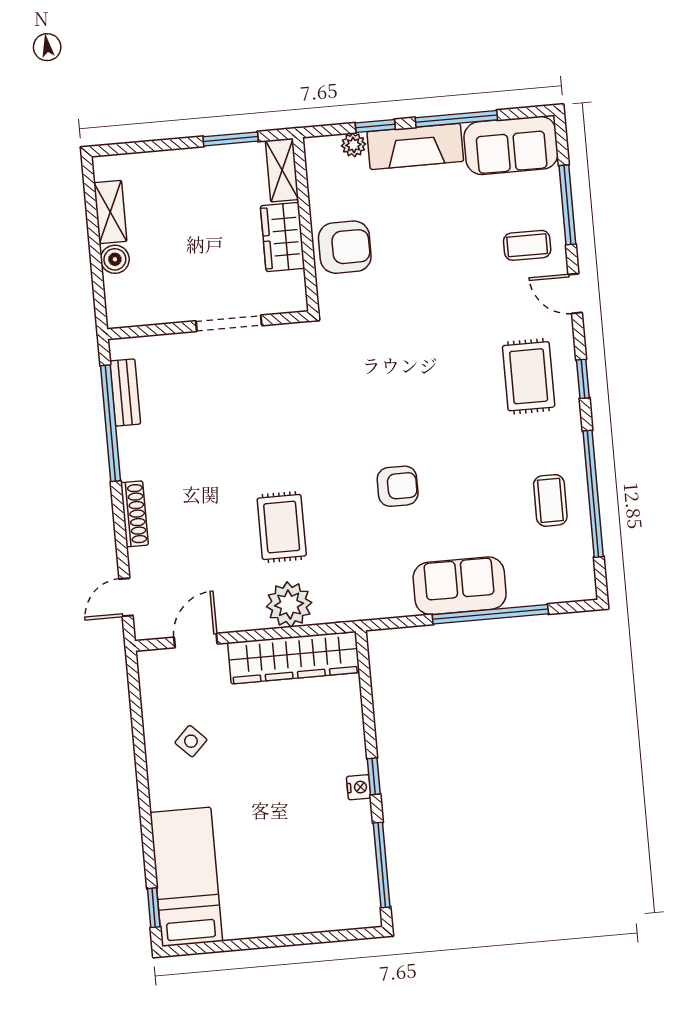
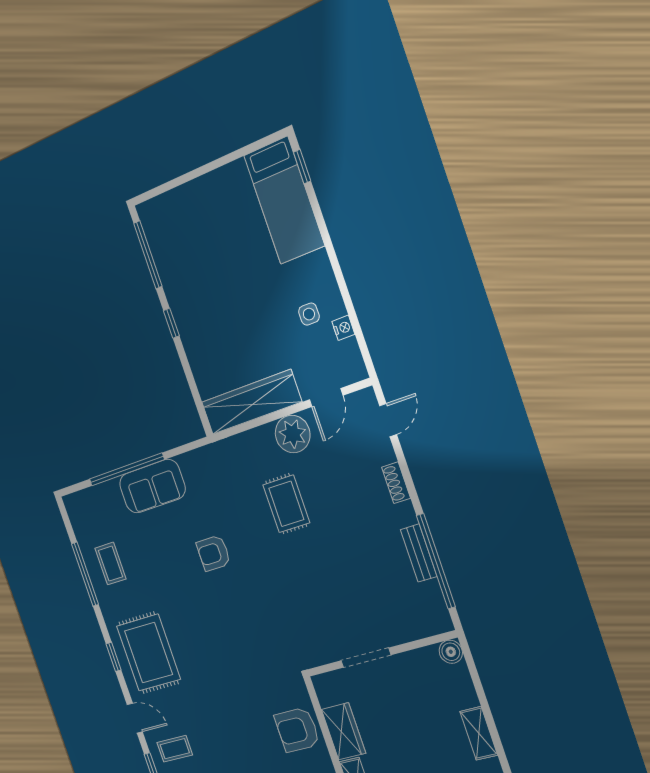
boiler: (115, 259) -> (451, 652), moved
rug: (529, 376) -> (148, 653), width x1.36, depth x1.43
bench: (125, 393) -> (419, 553), moved
window: (593, 494) -> (85, 574), width x0.68
shoe rack: (134, 514) -> (396, 483), width x0.70
plant: (289, 604) -> (293, 434), moved
side table: (191, 741) -> (309, 314), turned 45
nightstand: (359, 787) -> (343, 328), moved, turned 180

